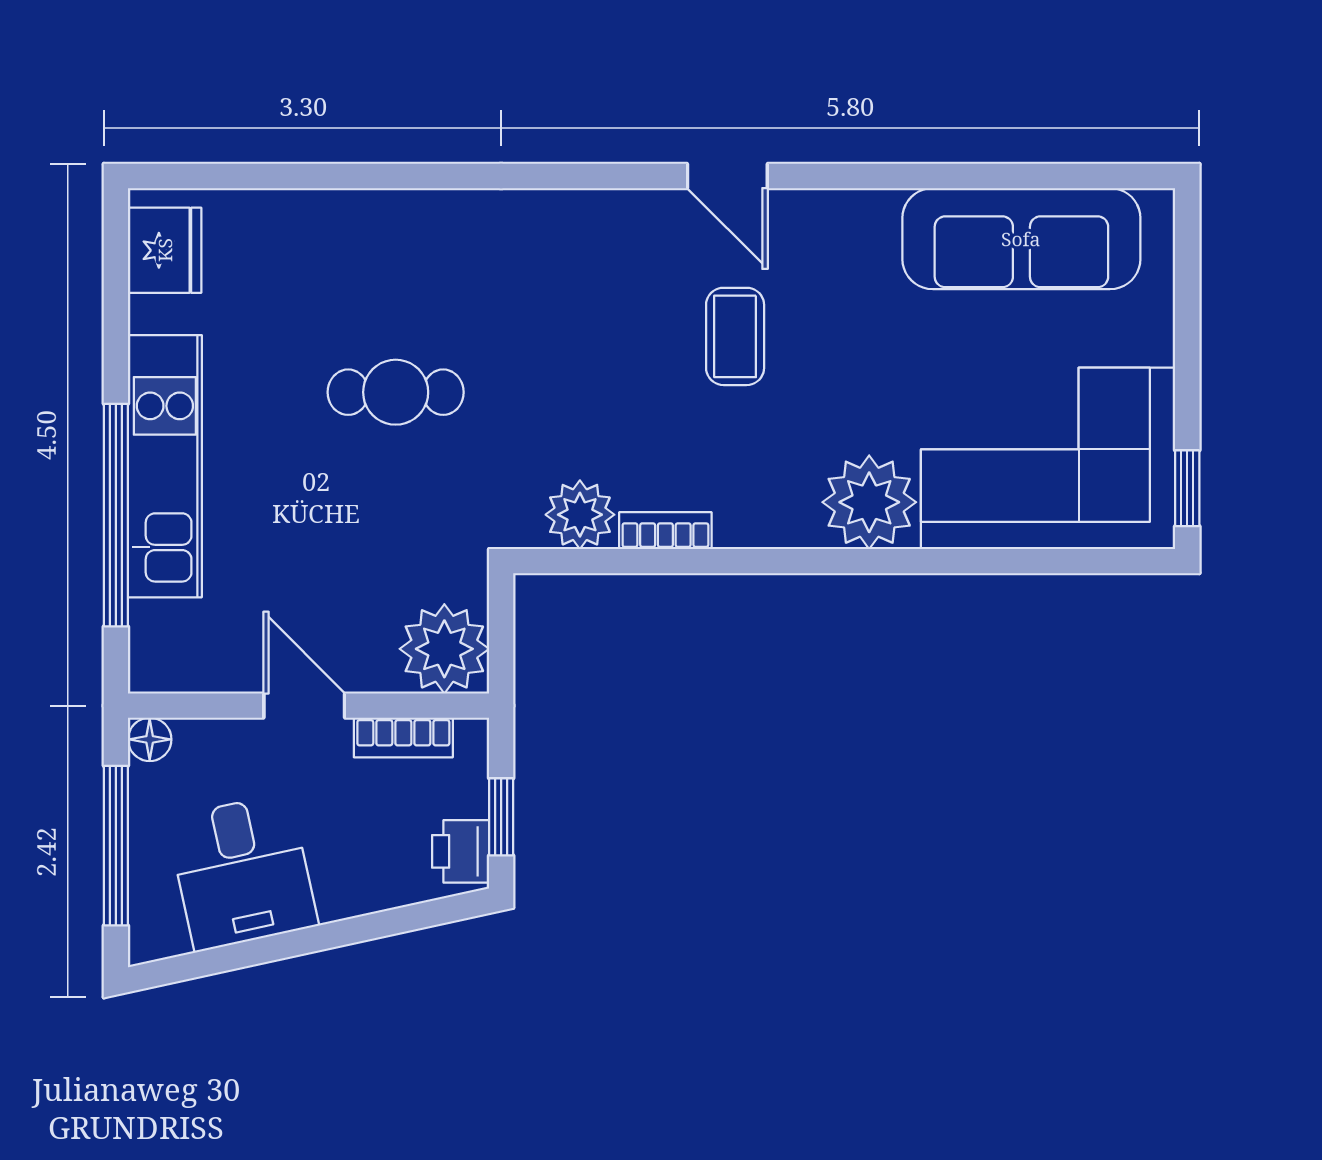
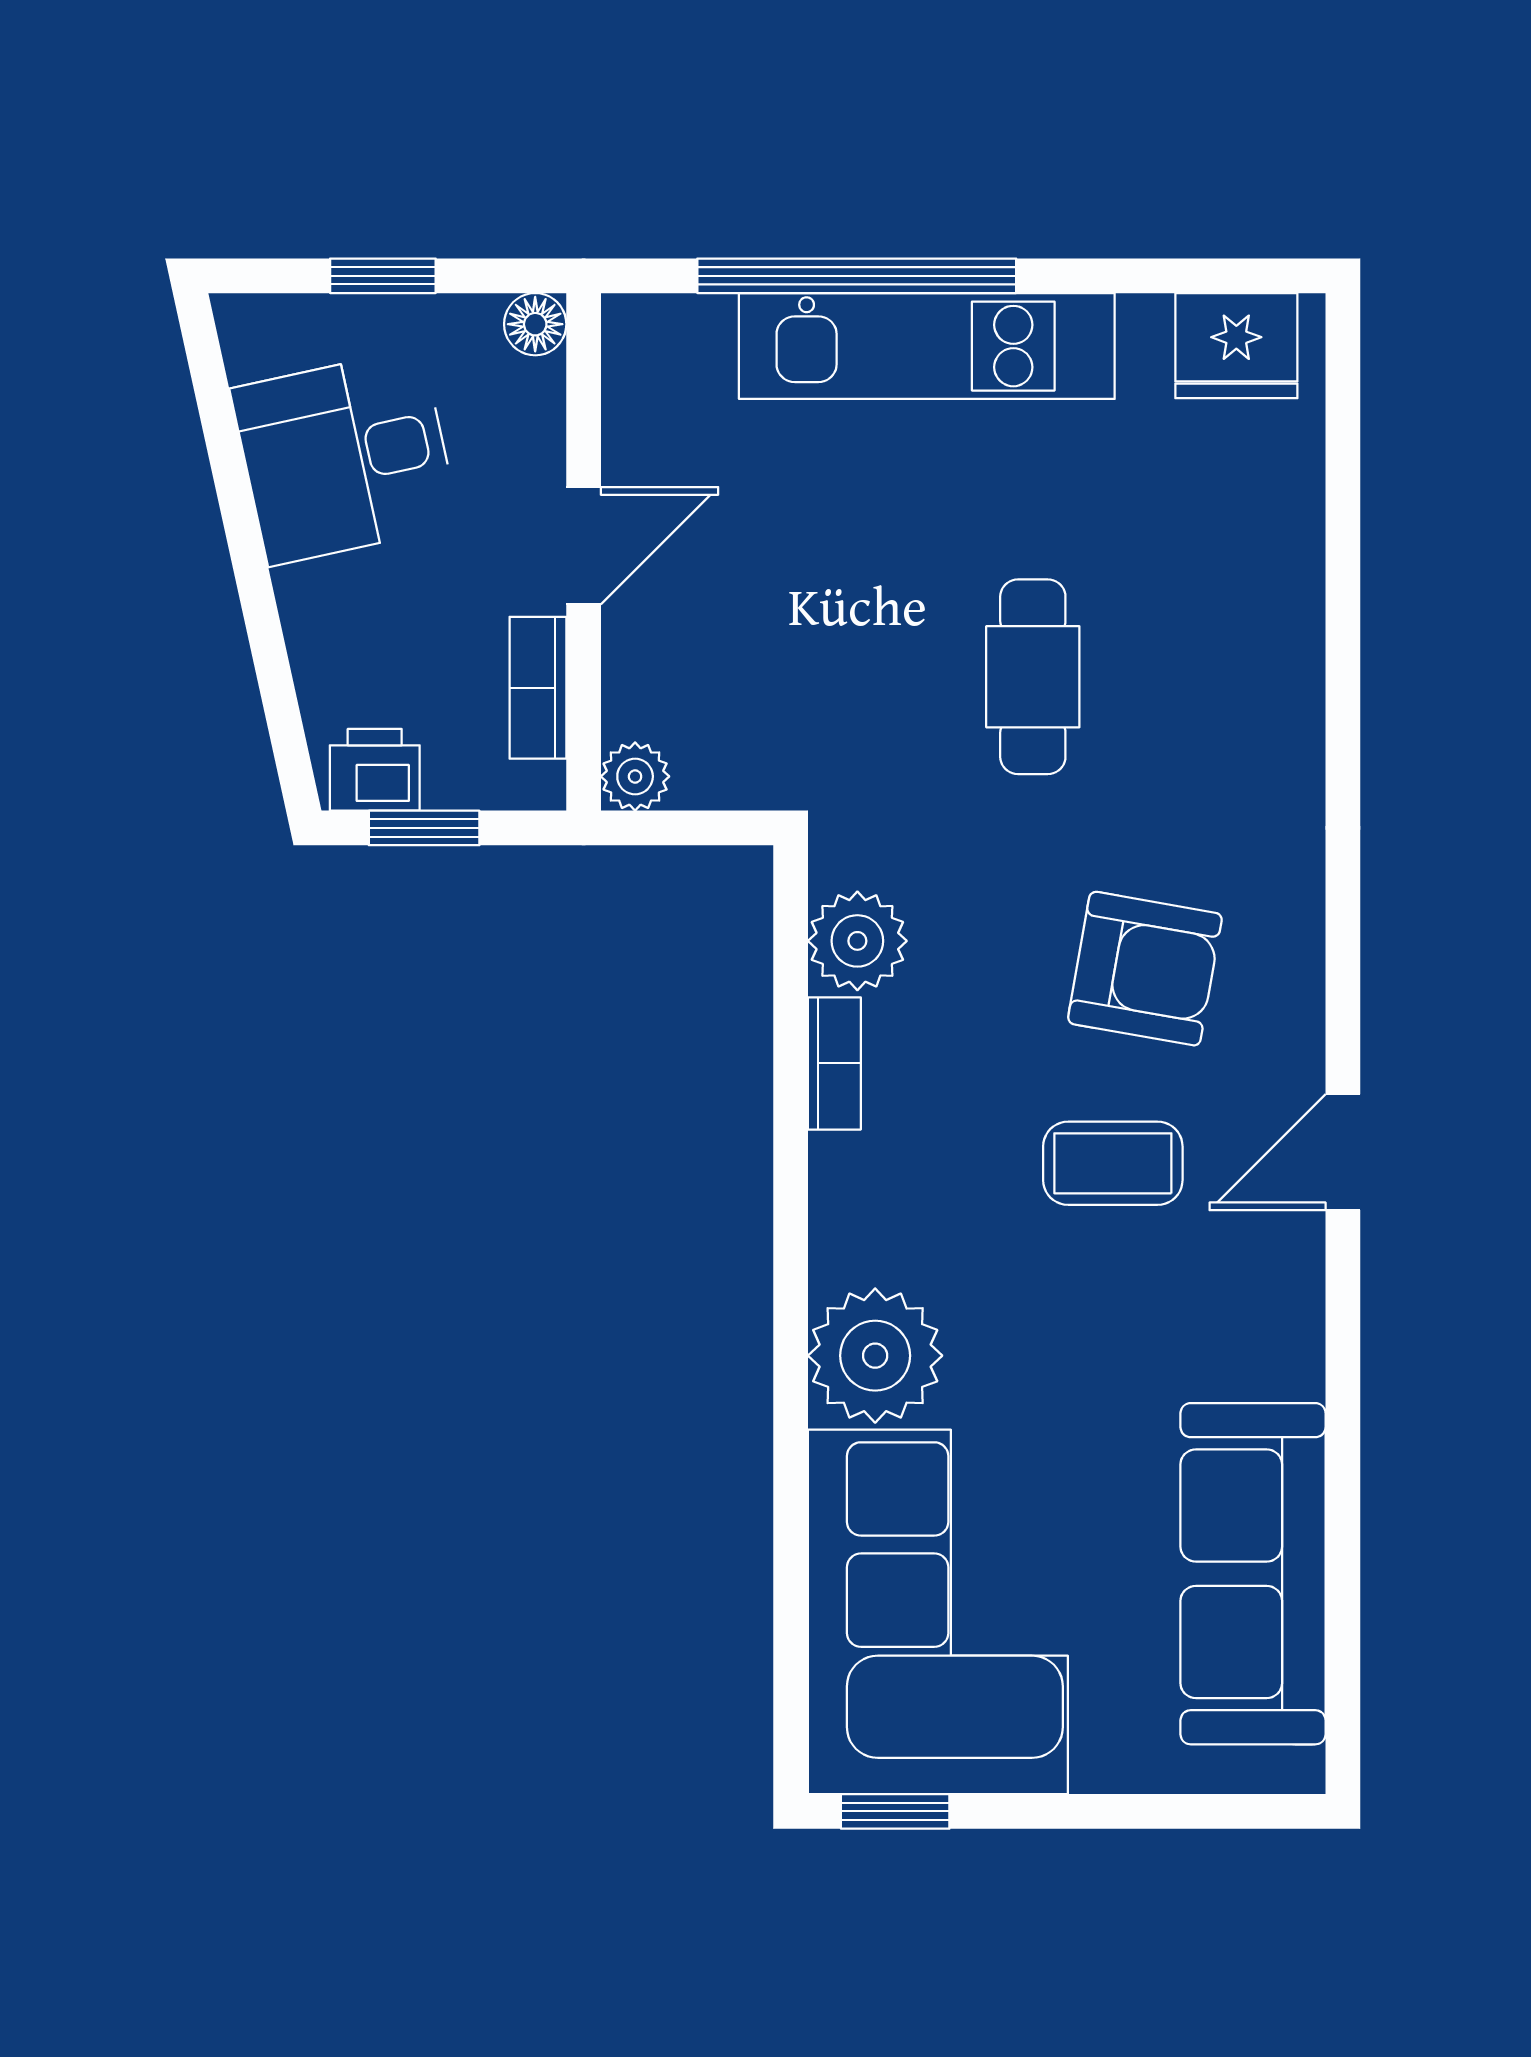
armchair: (599, 314) -> (1145, 969), added
plant: (444, 649) -> (635, 776), width x0.53, depth x0.53
window: (116, 846) -> (383, 276), width x0.46

